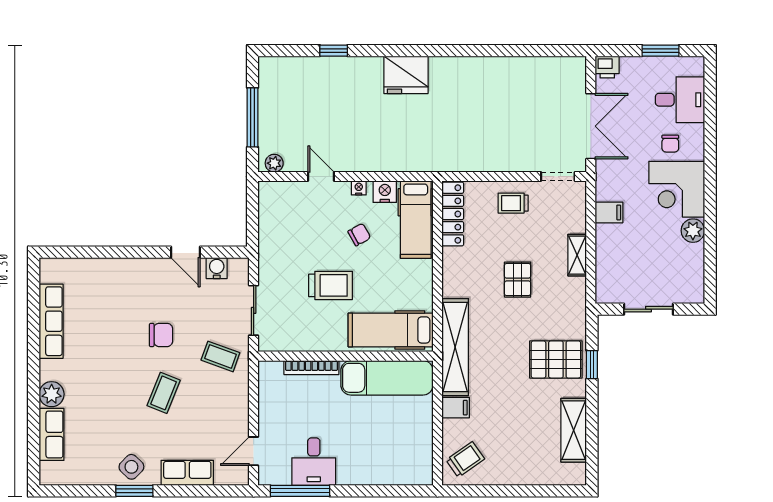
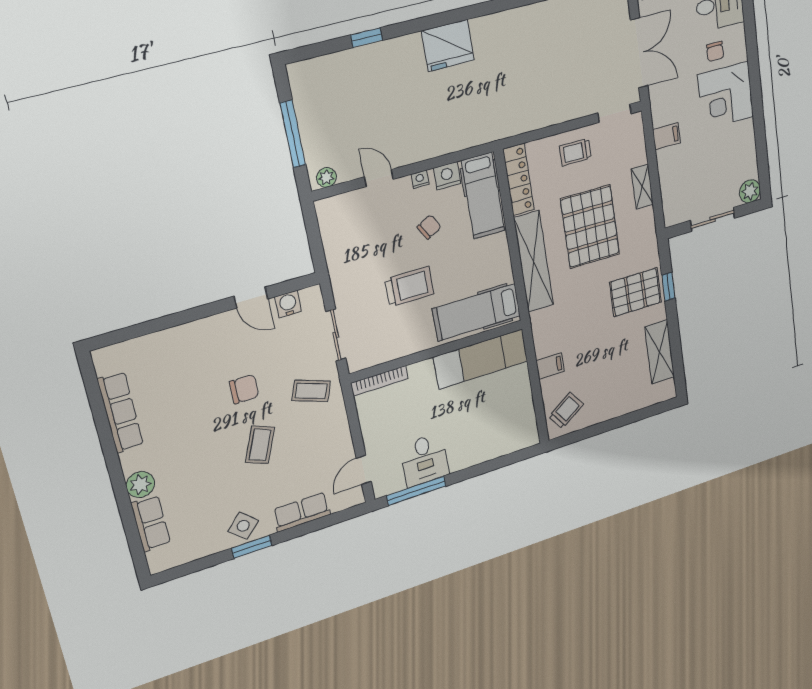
plant: (693, 231) -> (750, 191), moved
pallet: (518, 280) -> (590, 227), width x2.05, depth x2.00
shelving: (455, 347) -> (534, 262), moved
bookcase: (311, 368) -> (380, 381), moved

